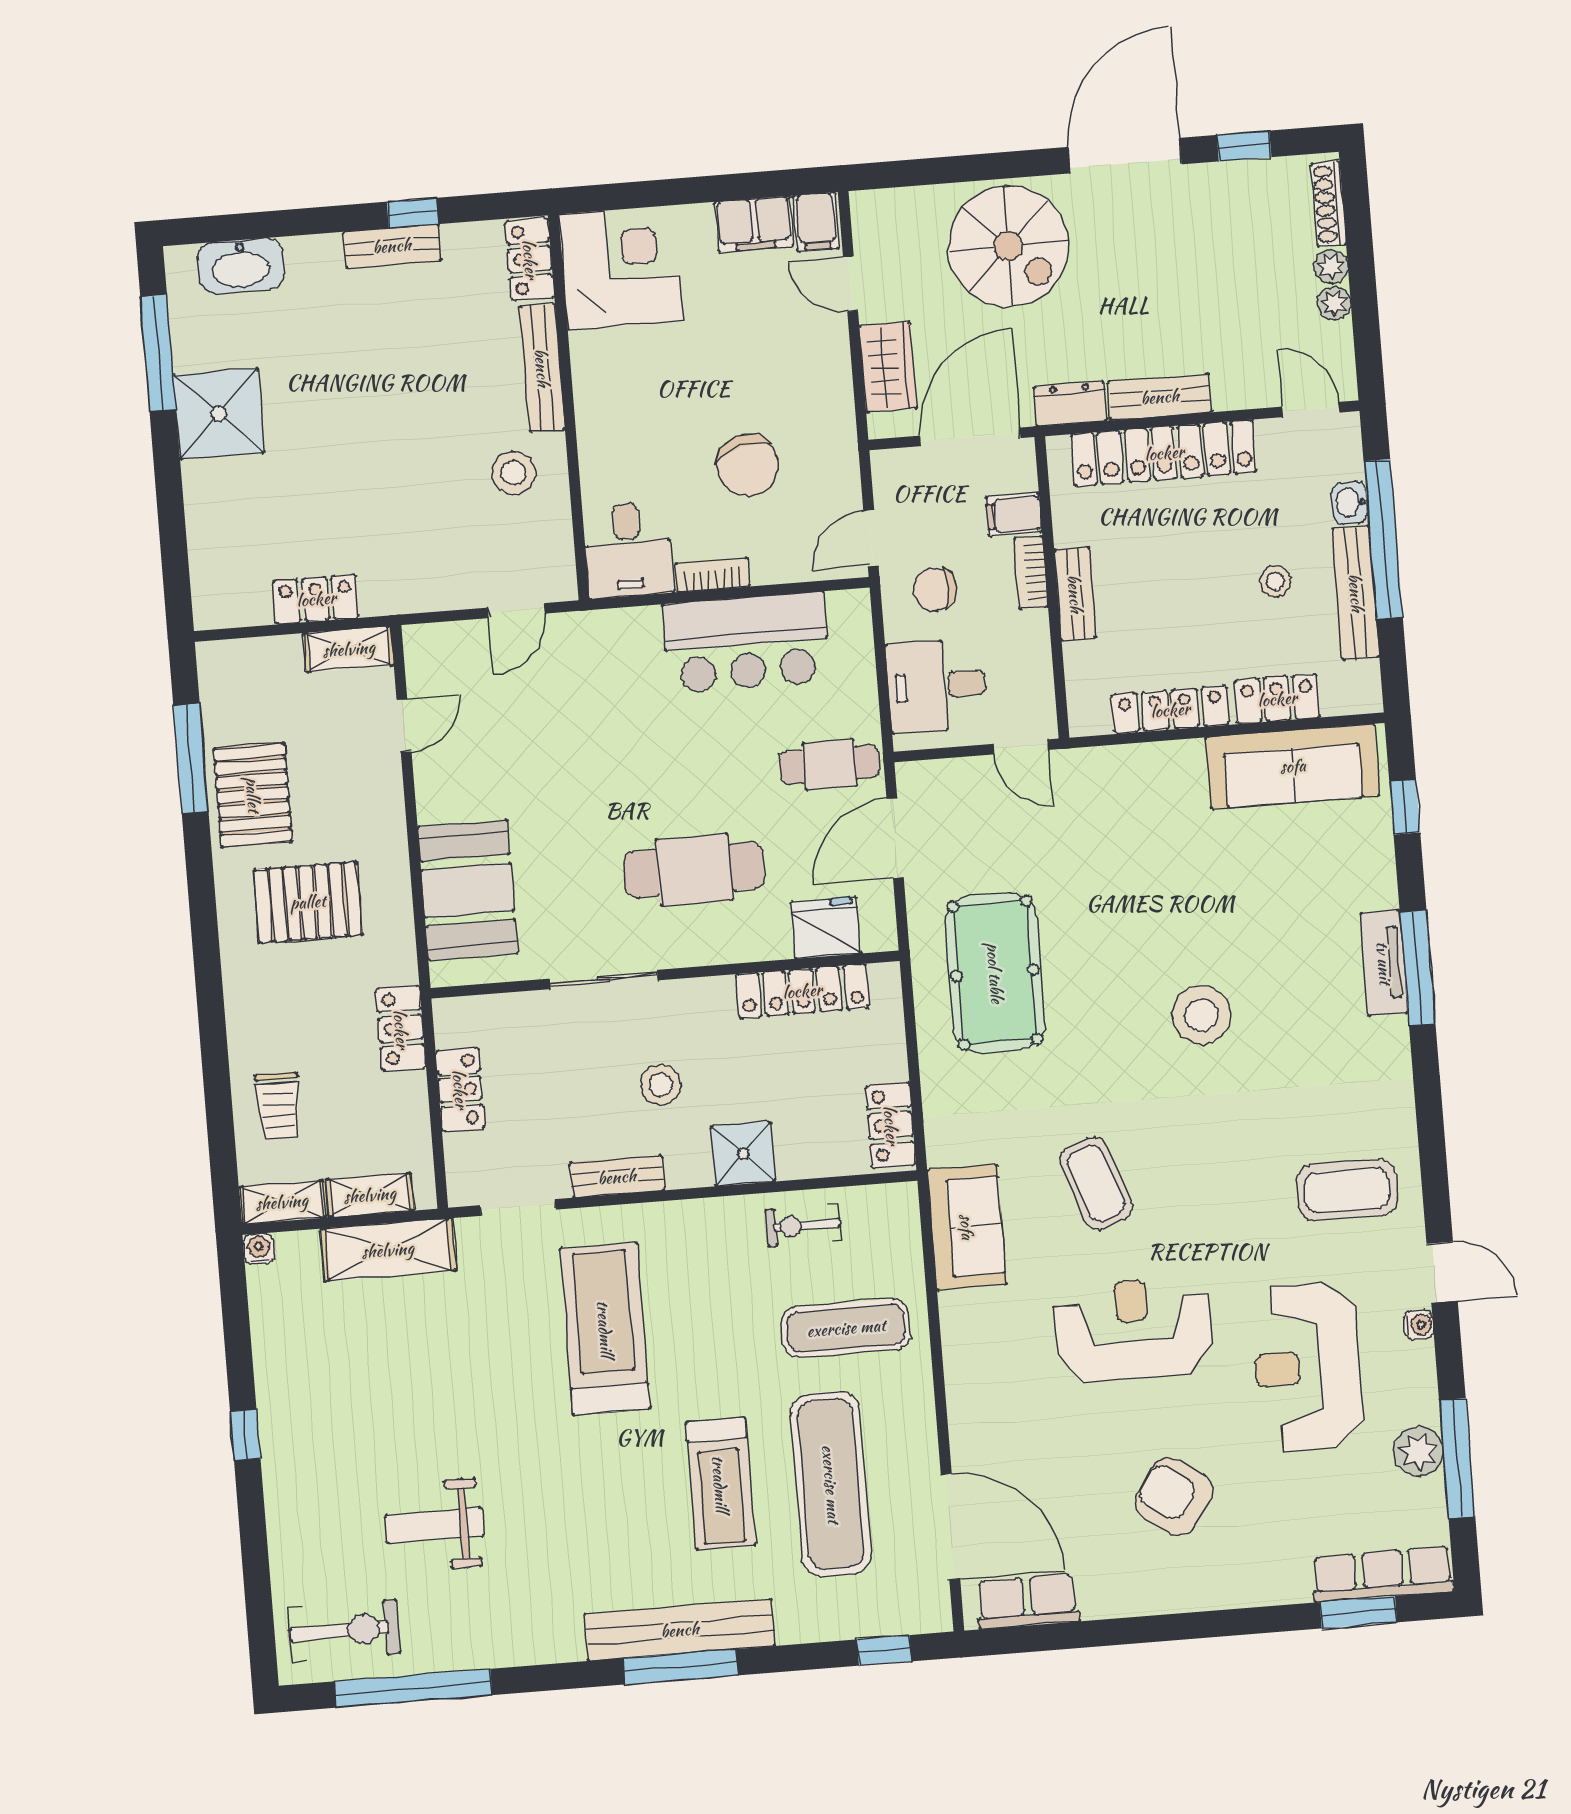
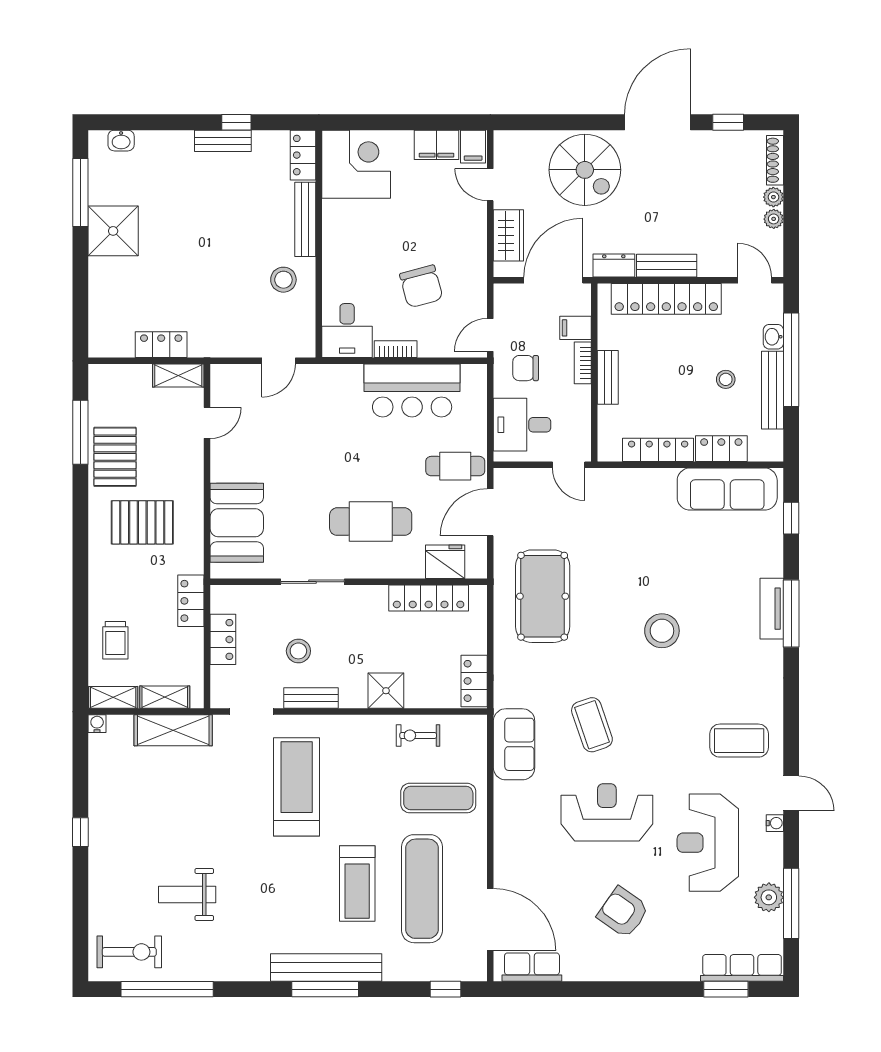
washbasin: (241, 266) -> (121, 141), width x0.52, depth x0.69
stool: (661, 1085) -> (298, 651), moved

